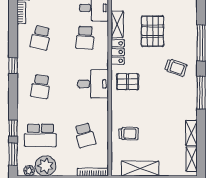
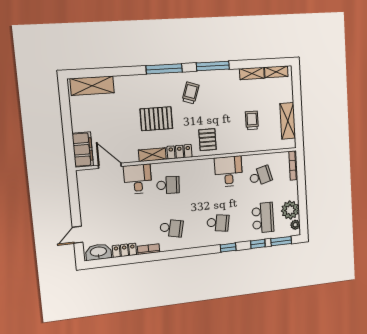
window: (13, 66) -> (228, 248), moved
desk: (93, 84) -> (229, 171), moved
trolley: (129, 134) -> (252, 120), moved

